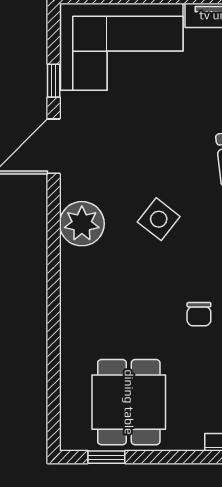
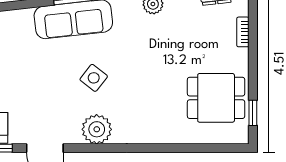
chair: (199, 314) -> (157, 51), removed

